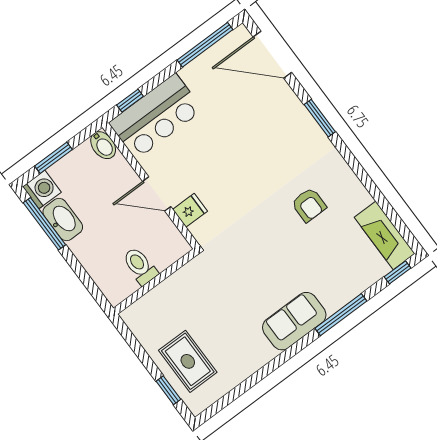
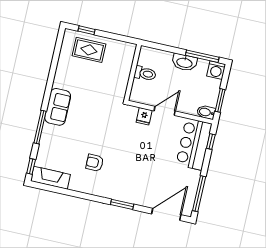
window: (53, 158) -> (220, 100), moved
washbasin: (63, 220) -> (184, 62), moved

